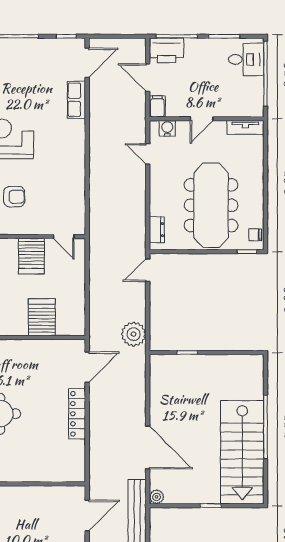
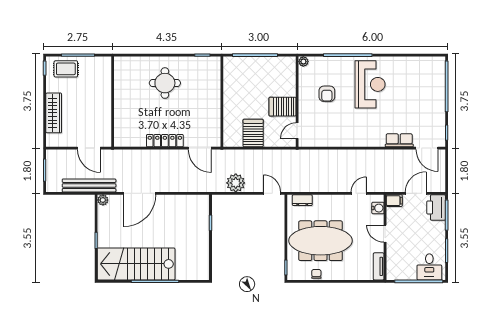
chair: (255, 235) -> (316, 274), moved
server rack: (42, 317) -> (253, 133), moved, turned -90
plant: (134, 334) -> (236, 183), moved

